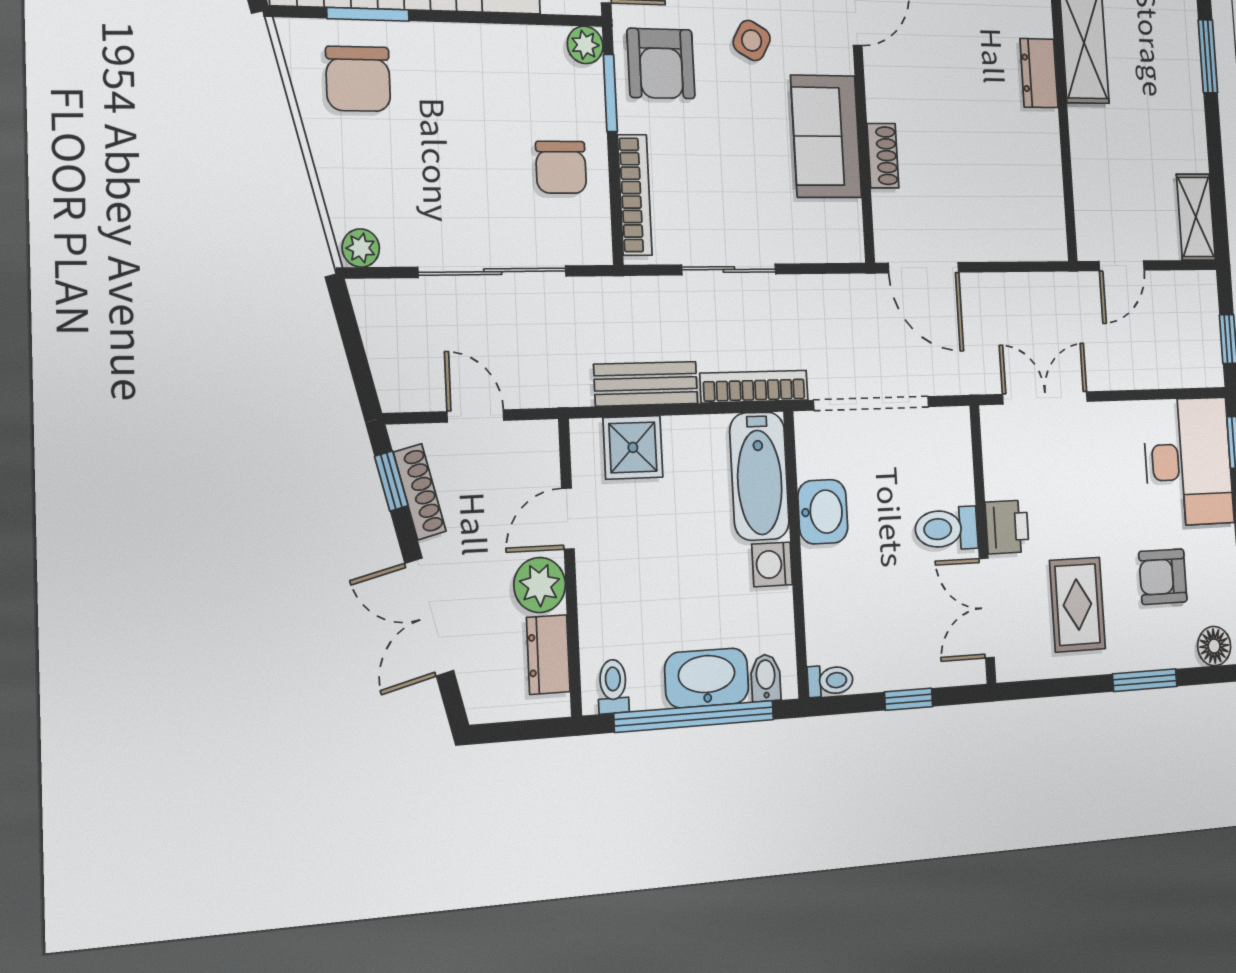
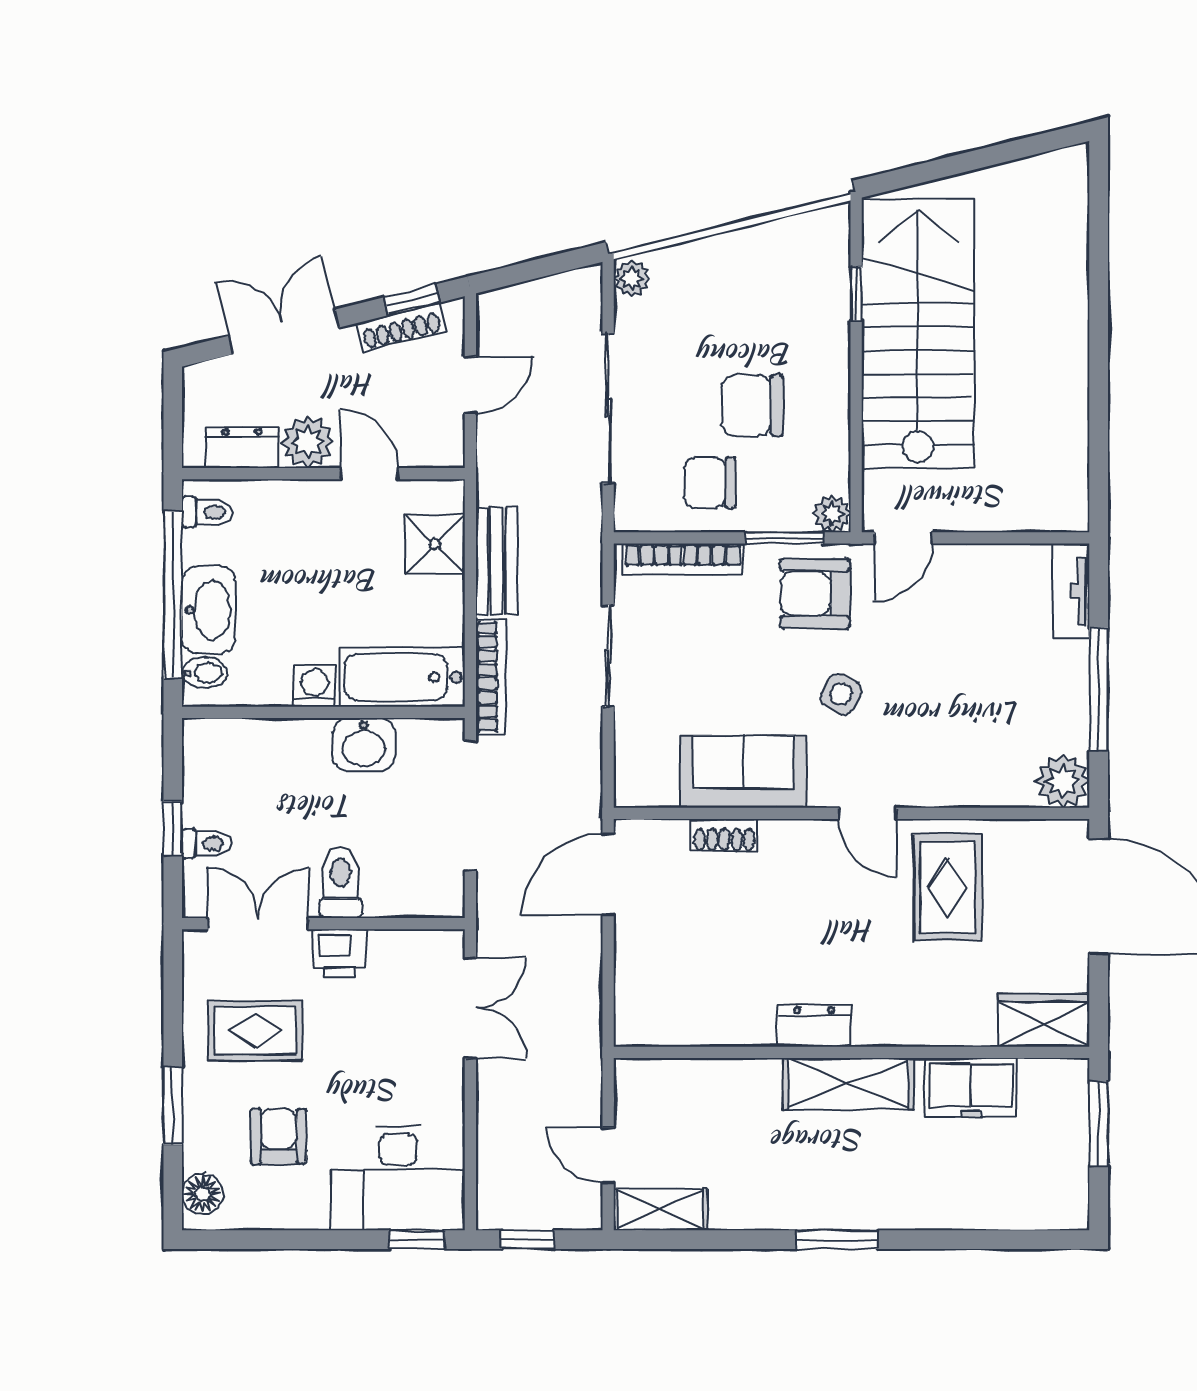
window: (368, 14) -> (856, 294), width x0.67
chair: (358, 79) -> (752, 406), moved
door: (1122, 266) -> (608, 1156), moved
toilet: (830, 681) -> (207, 843), moved, turned -90

